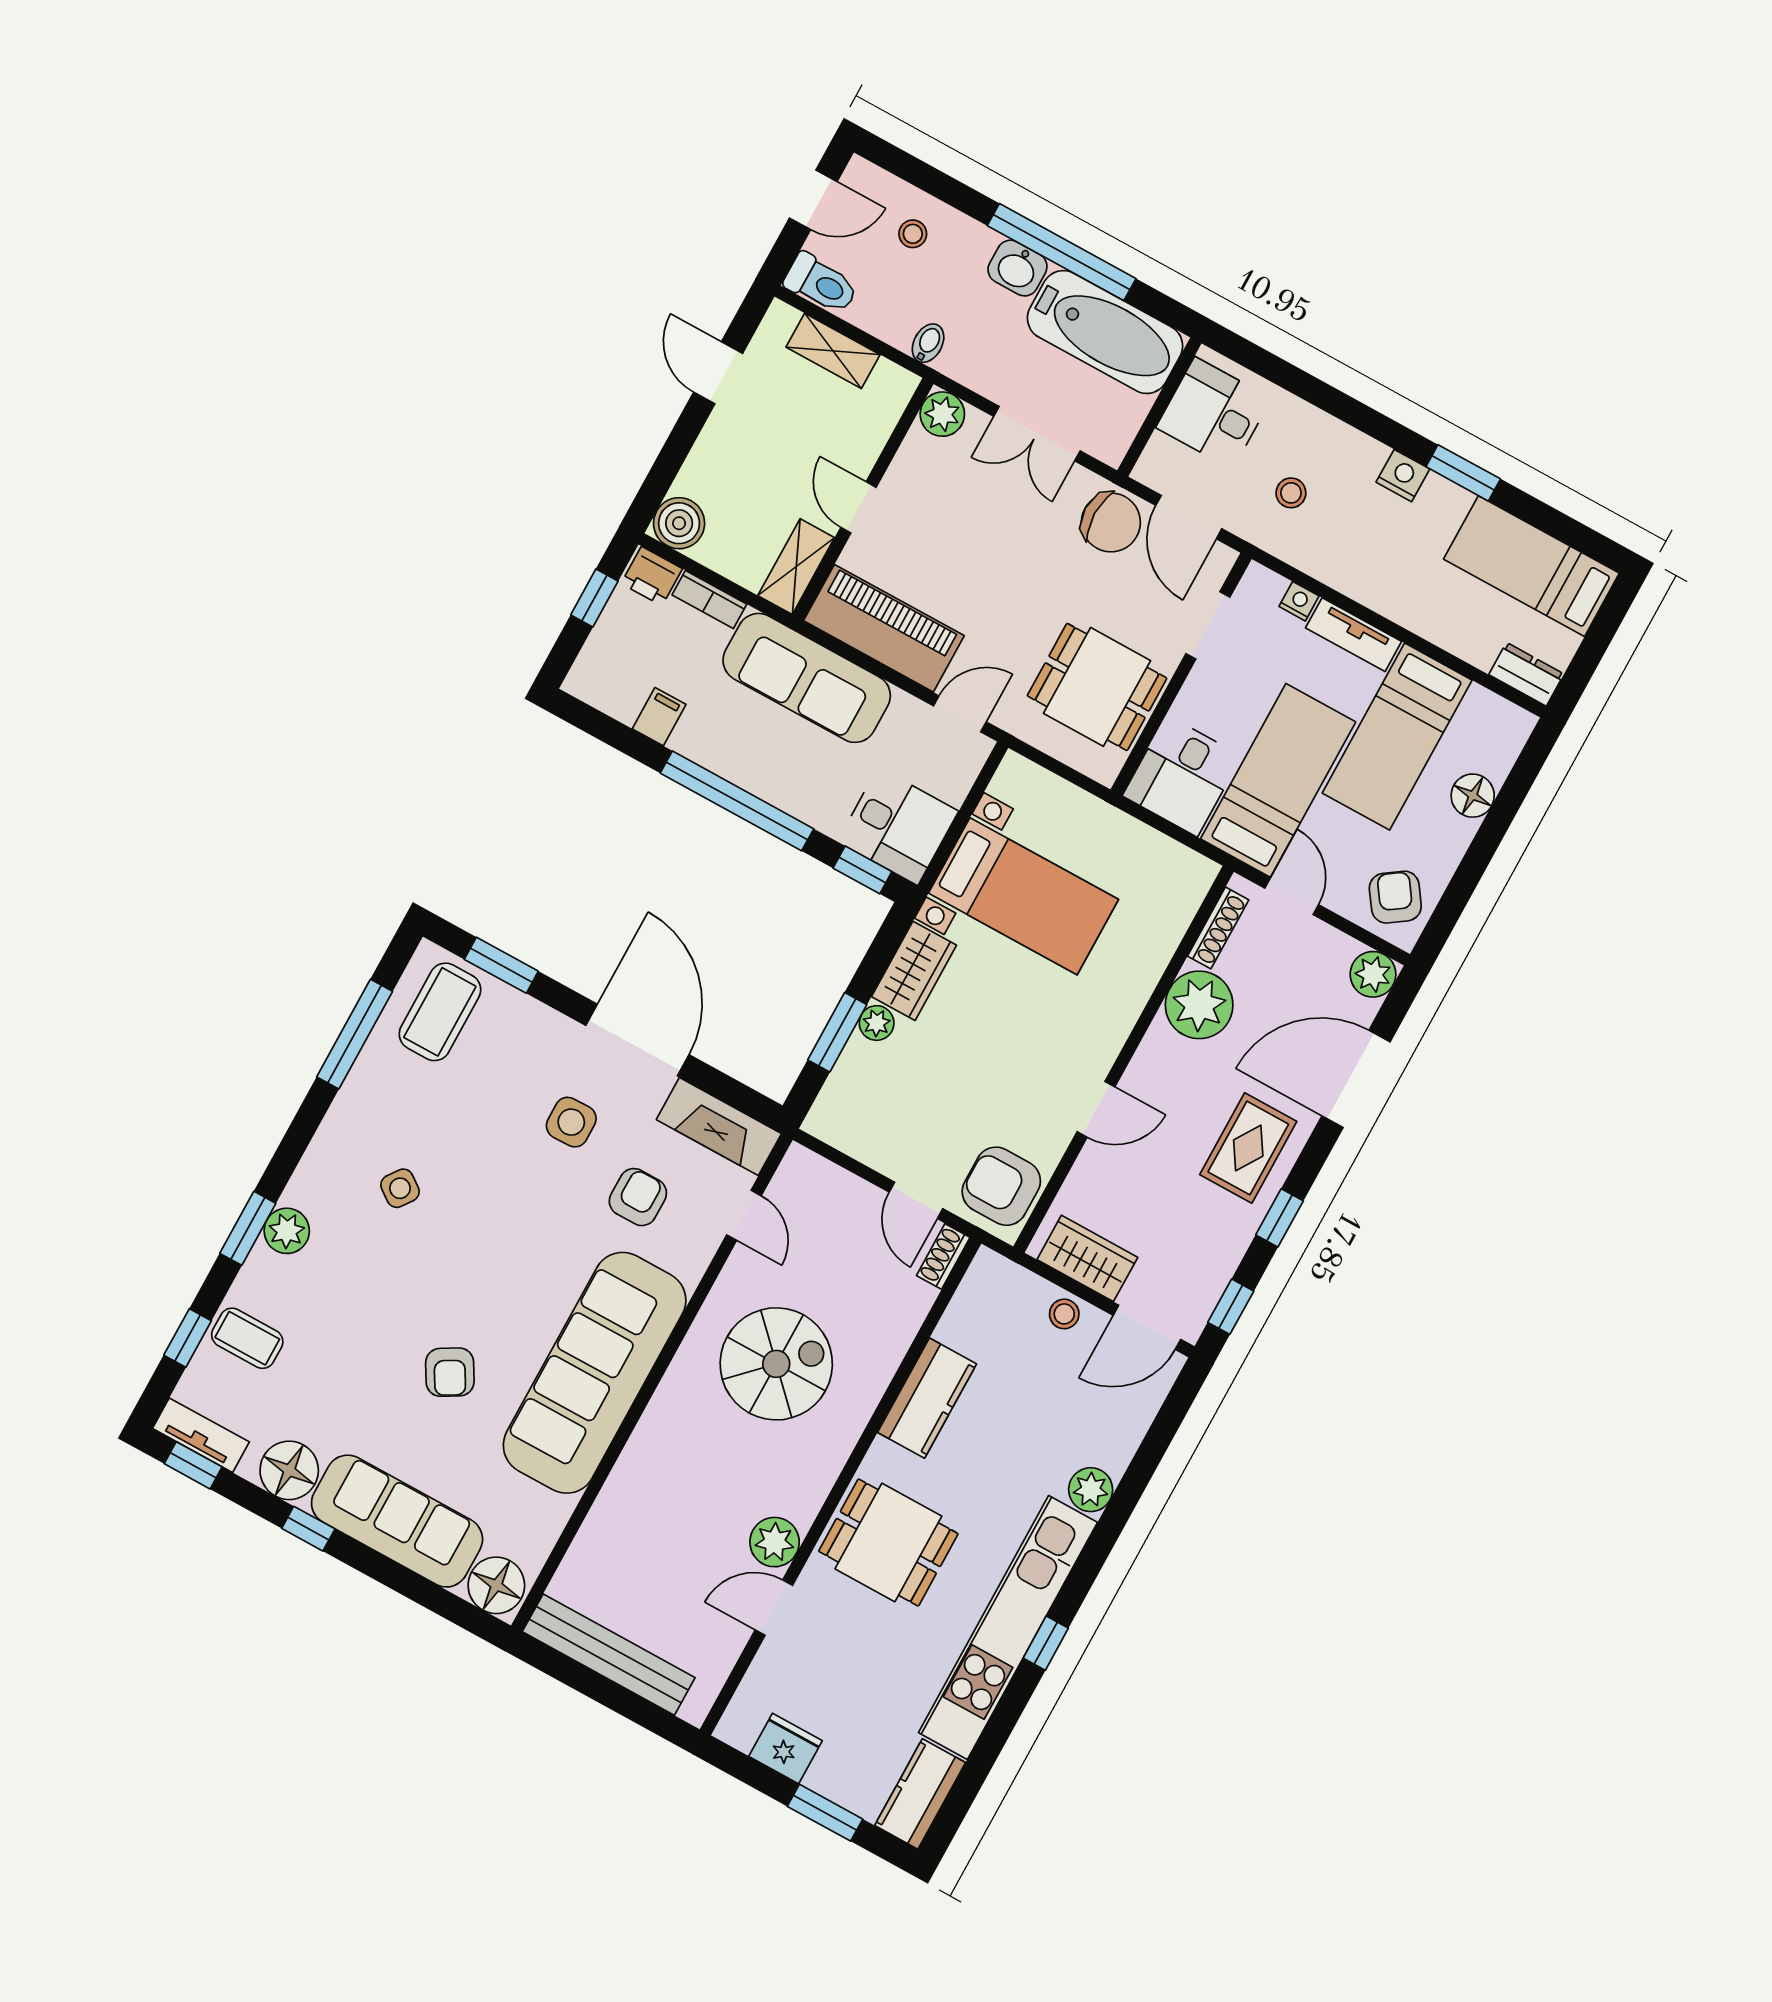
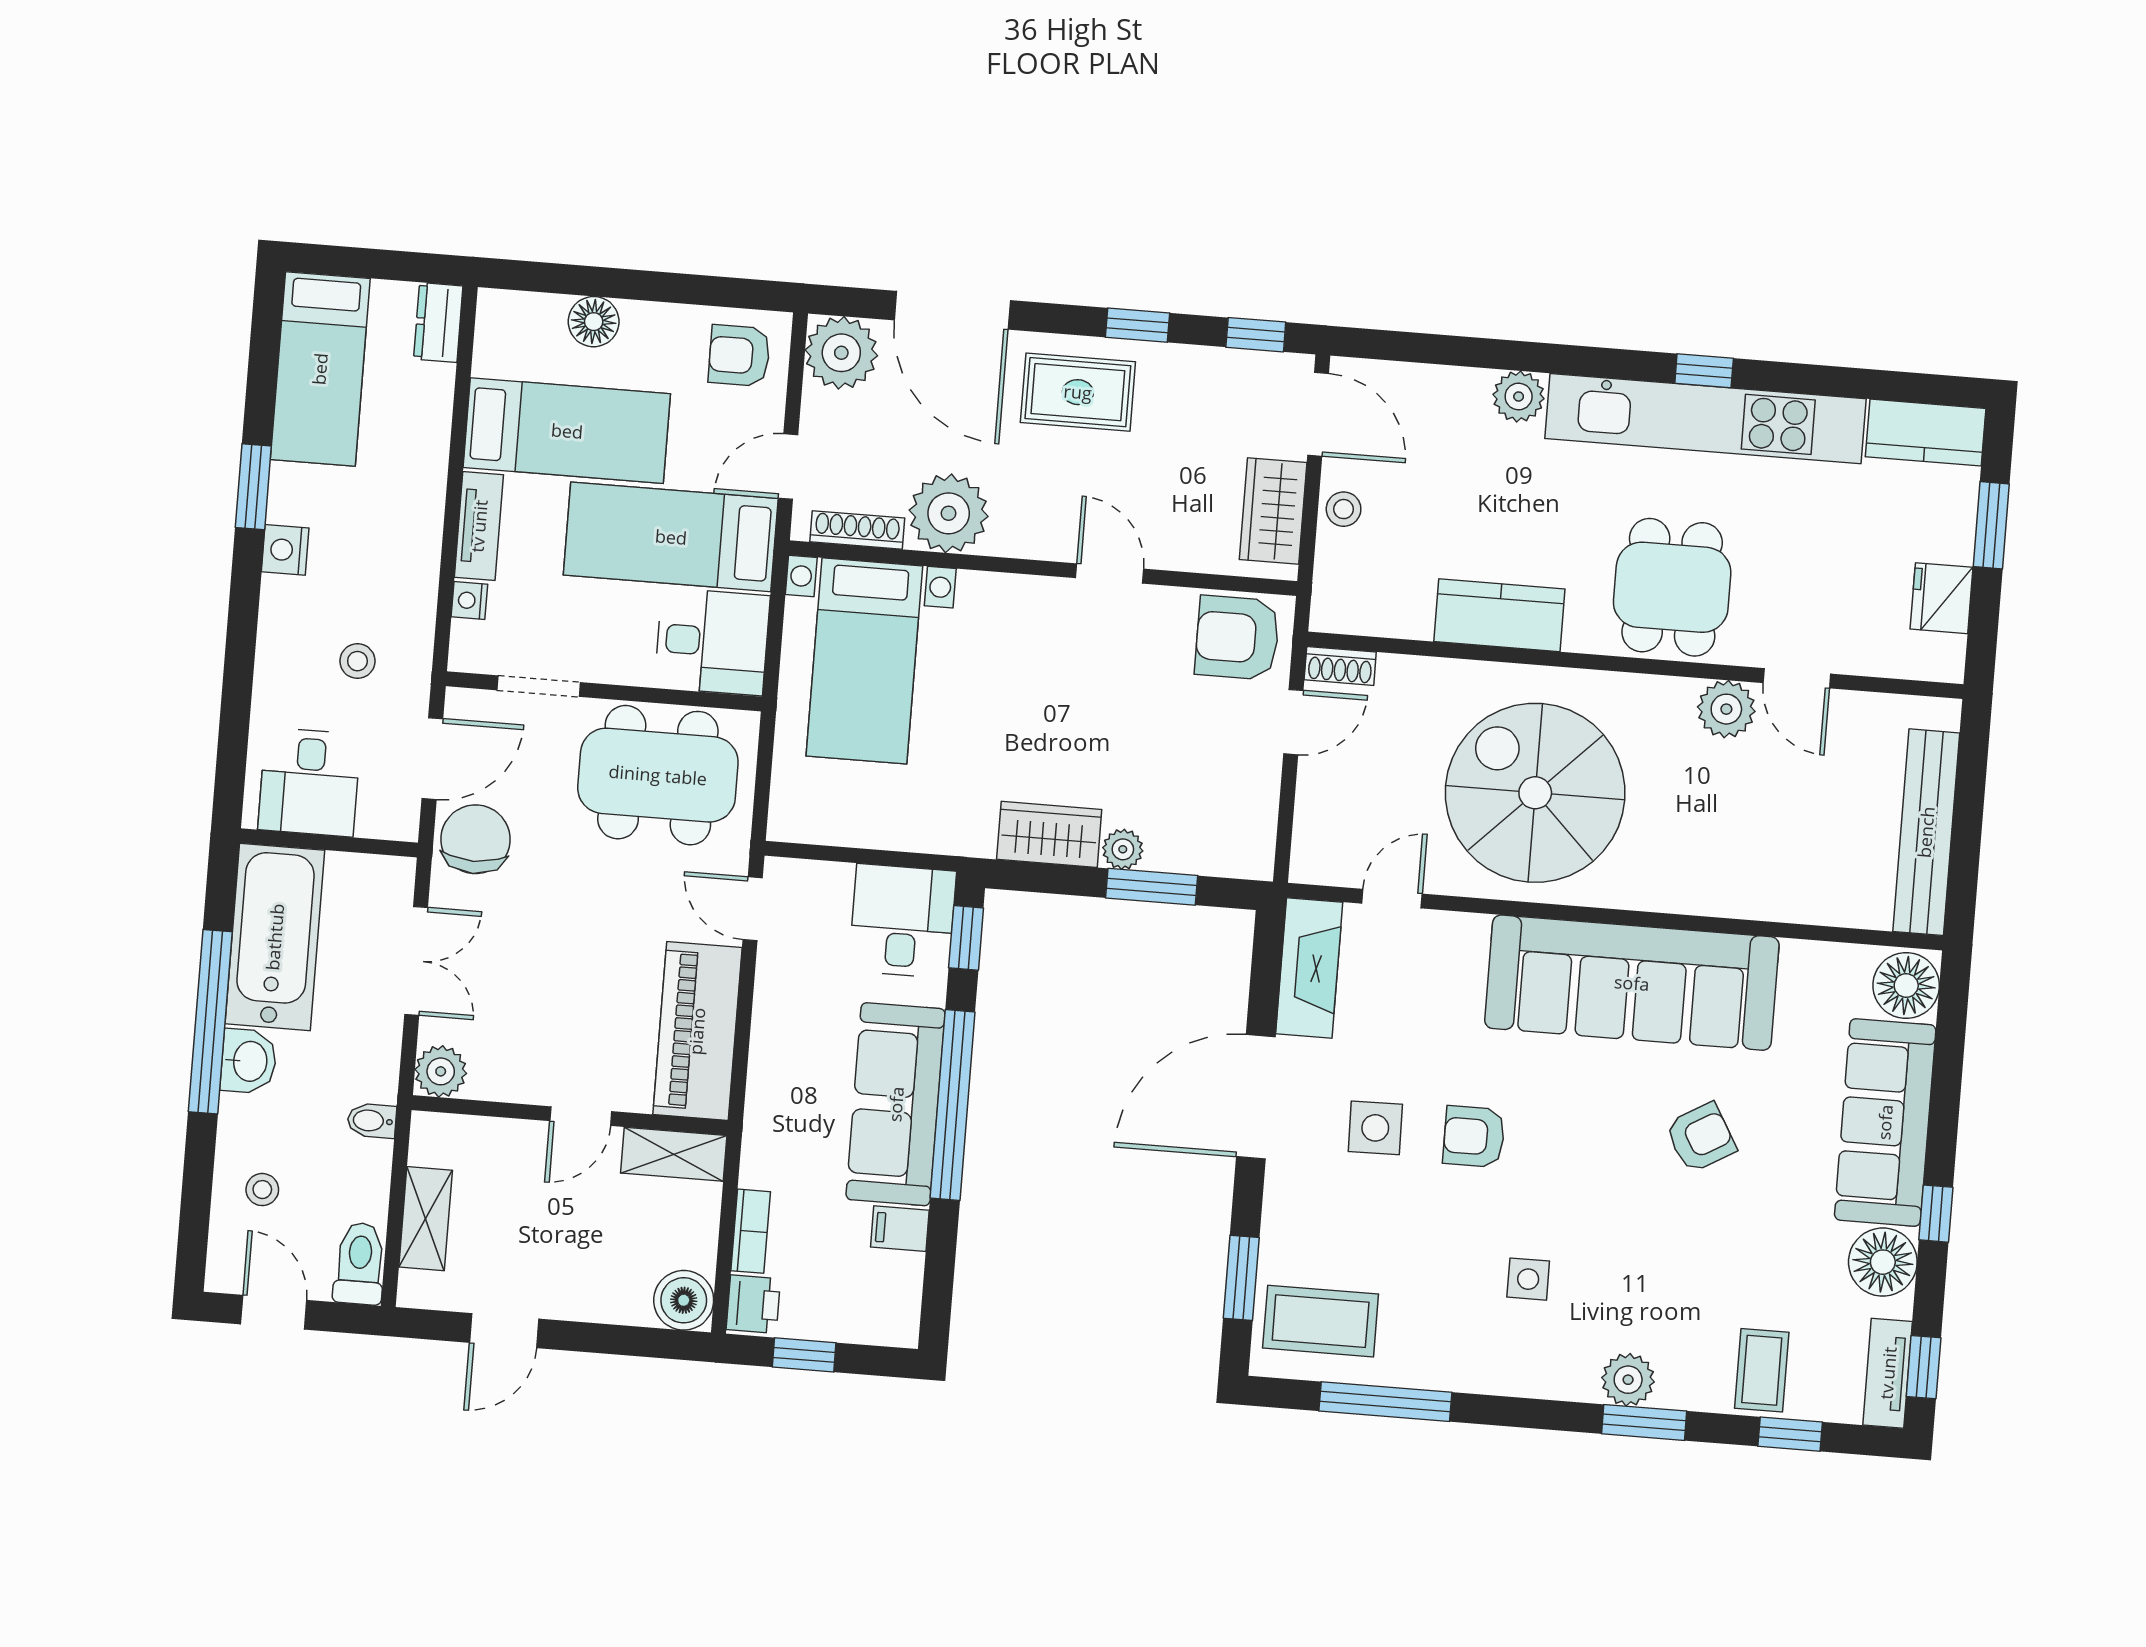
sofa: (807, 678) -> (896, 1104), moved, turned 180
dining table: (1097, 687) -> (658, 775), width x1.37
bed with nightstands: (1023, 896) -> (864, 661), moved, turned 180
armchair: (1395, 897) -> (739, 356), turned 35
plant: (1373, 974) -> (841, 353), width x1.36, depth x1.36
armchair: (1001, 1186) -> (1237, 638), turned 90
side table: (400, 1188) -> (1528, 1279), turned -36
armchair: (638, 1197) -> (1474, 1137), moved
spiral stairs: (776, 1364) -> (1535, 793), width x1.37, depth x1.37

